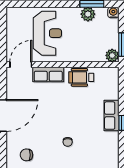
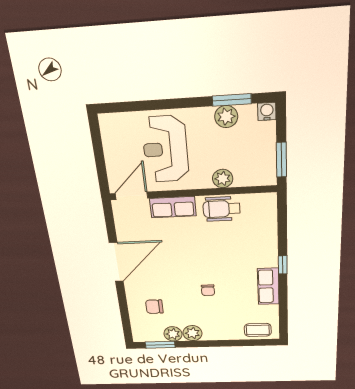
reception desk: (47, 33) -> (165, 149), turned 180
plant: (112, 55) -> (223, 179), moved
row of seats: (111, 116) -> (268, 286), moved

